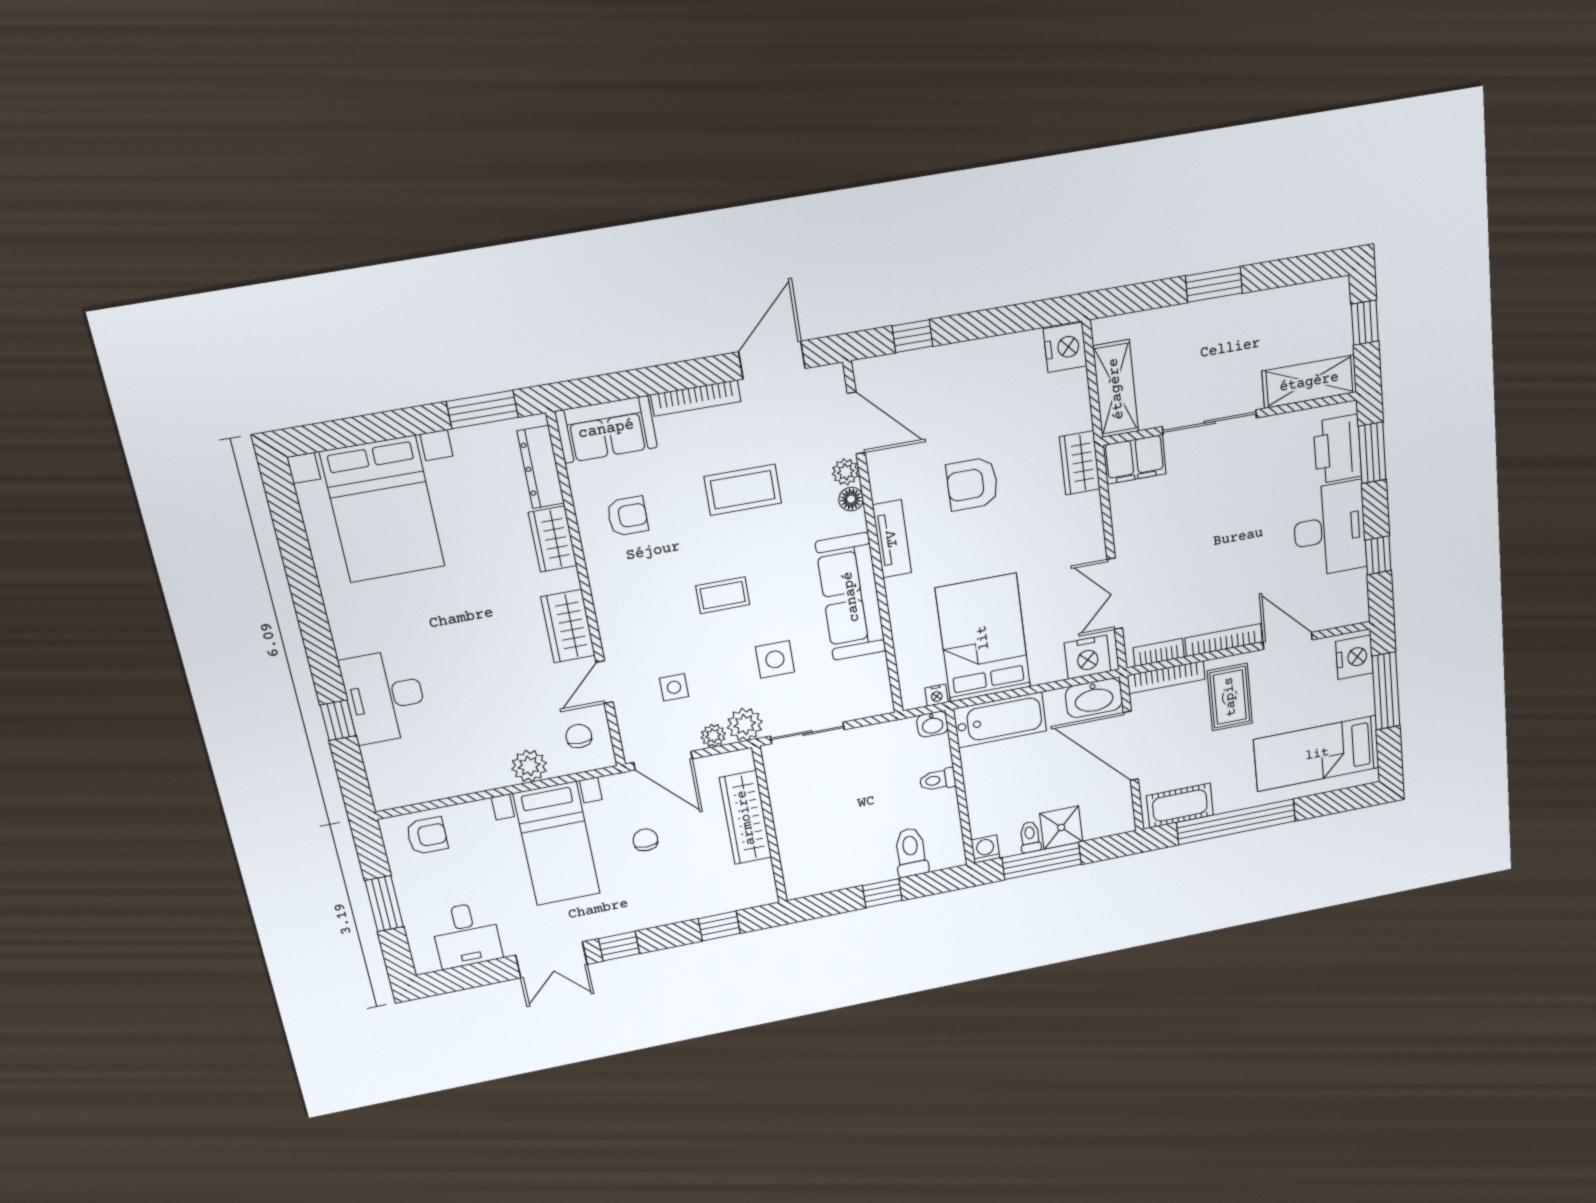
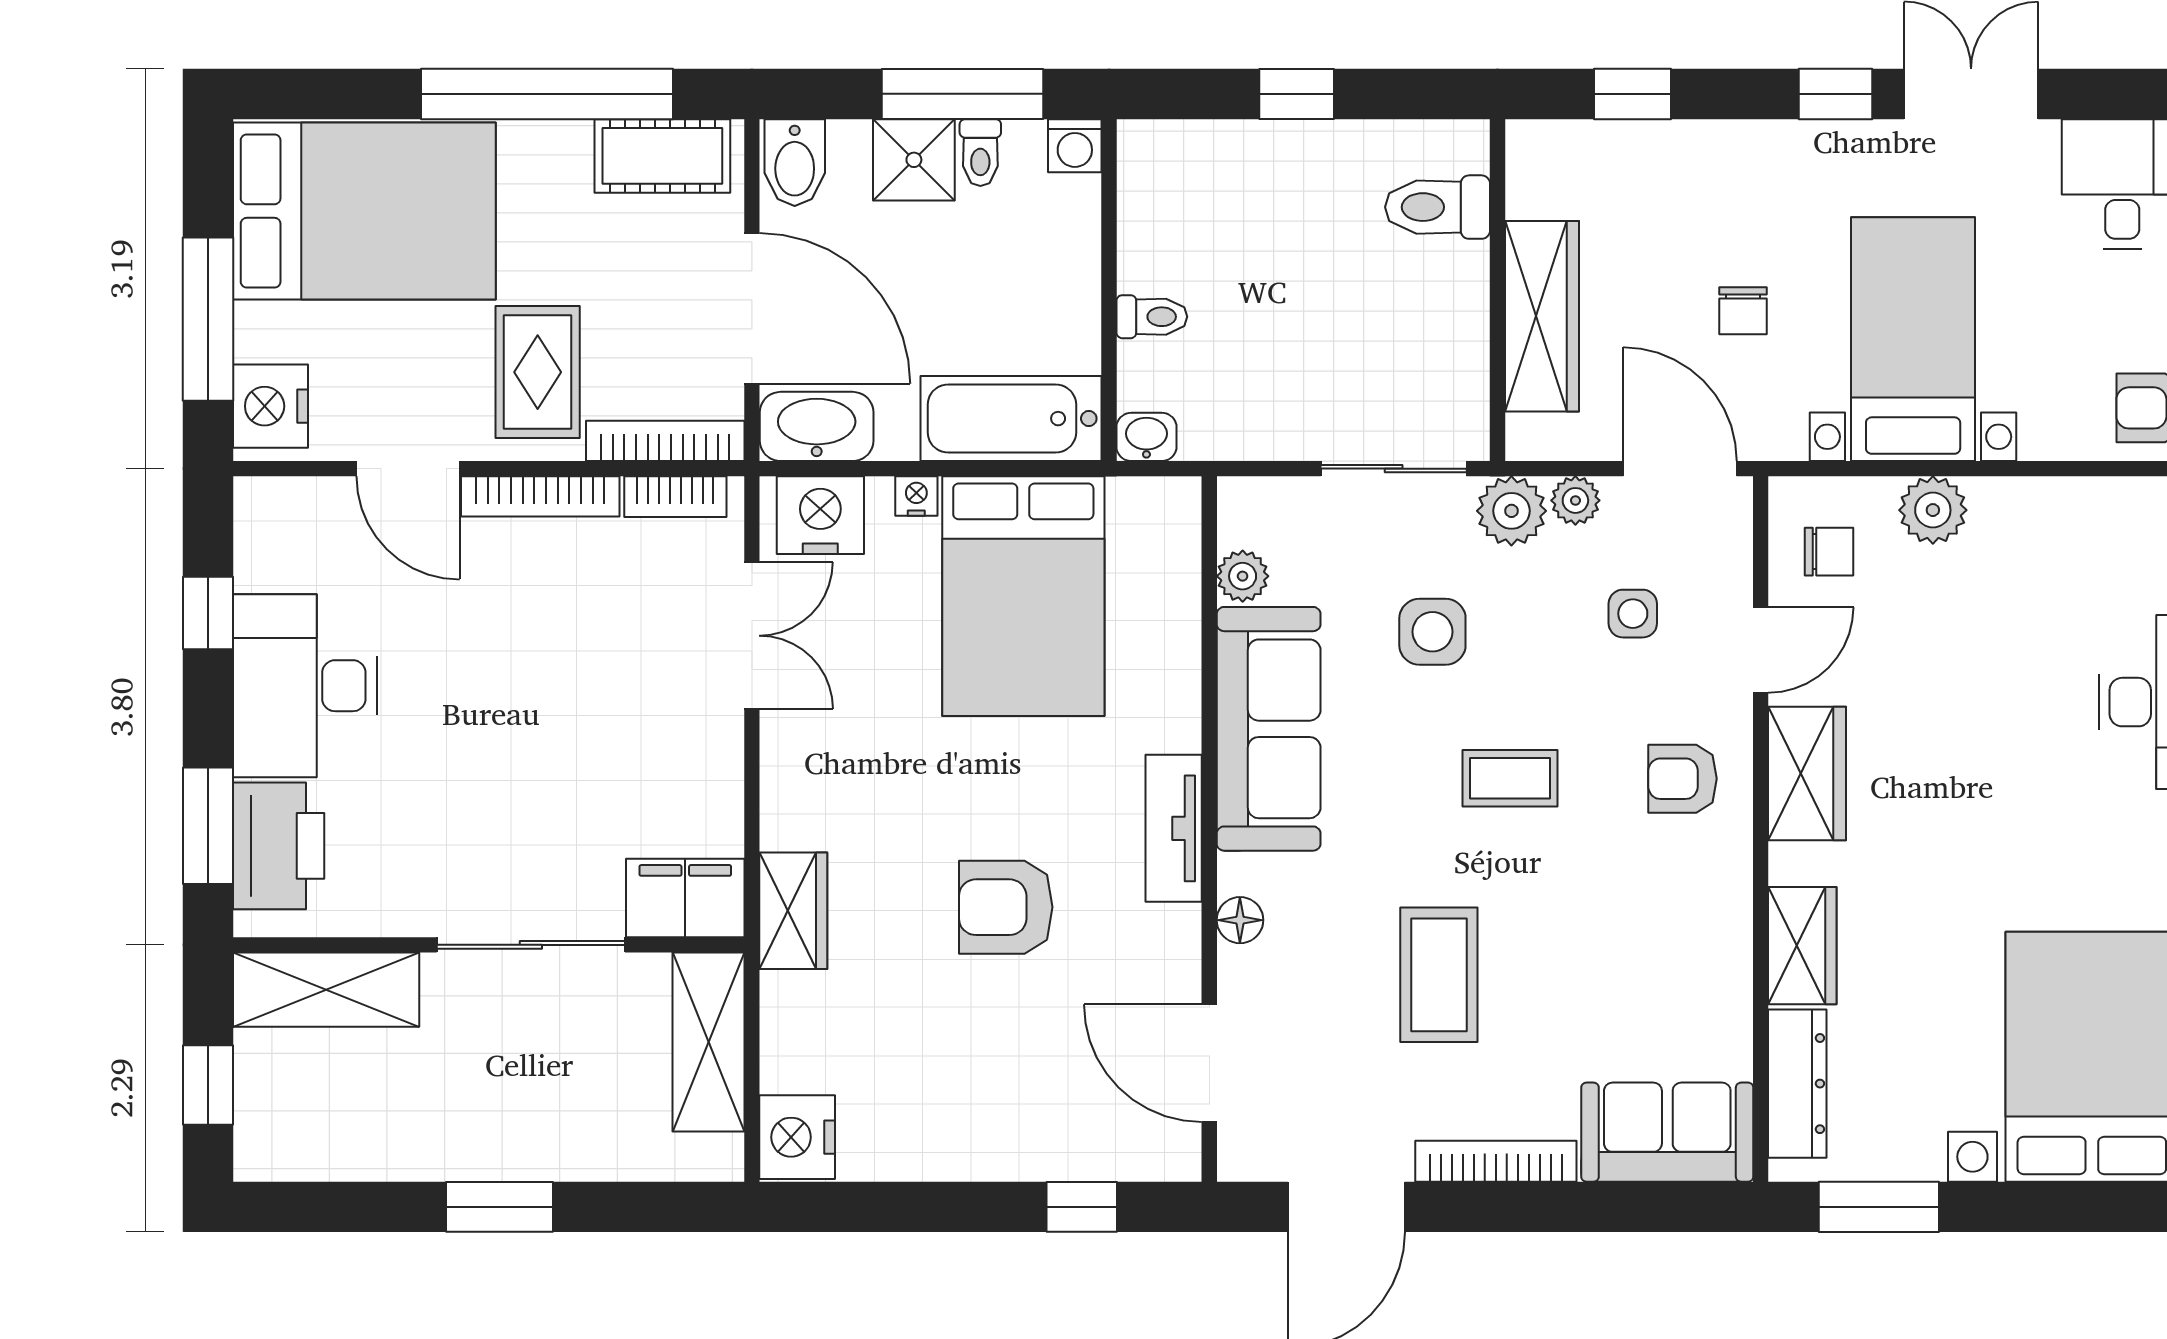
plant: (846, 472) -> (1243, 576), moved
armchair: (972, 484) -> (1006, 907), turned 180
coffee table: (743, 490) -> (1439, 975), turned 90
armchair: (627, 516) -> (1683, 779), moved
nightstand: (937, 695) -> (916, 496), moved
chair: (579, 736) -> (1829, 552), turned -90
bed: (1317, 754) -> (364, 211), width x1.50
bidet: (1117, 815) -> (795, 163), added
toilet: (911, 852) -> (1438, 207), moved, turned 90

